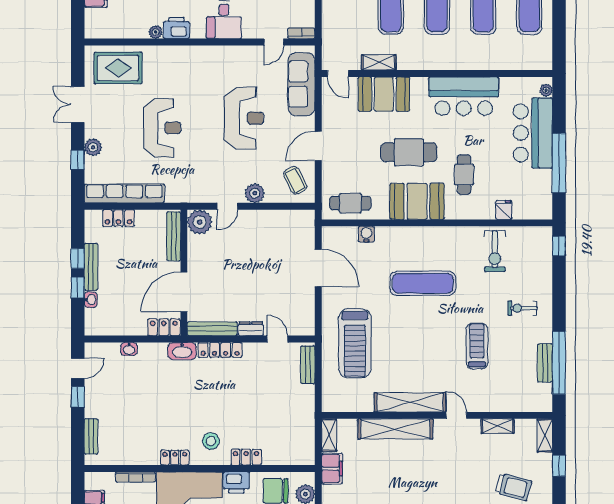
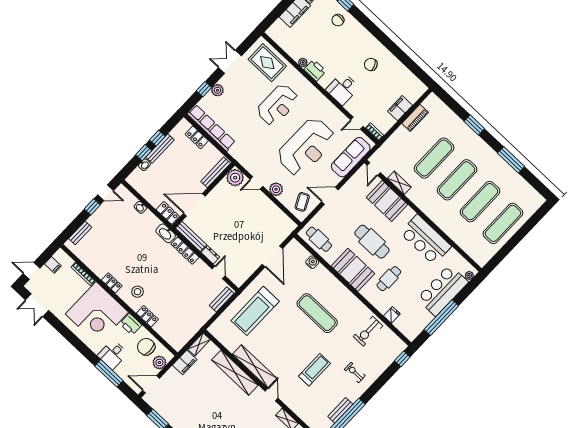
reception desk: (244, 118) -> (306, 147), width x1.36, depth x1.30
reception desk: (162, 128) -> (278, 105), moved

